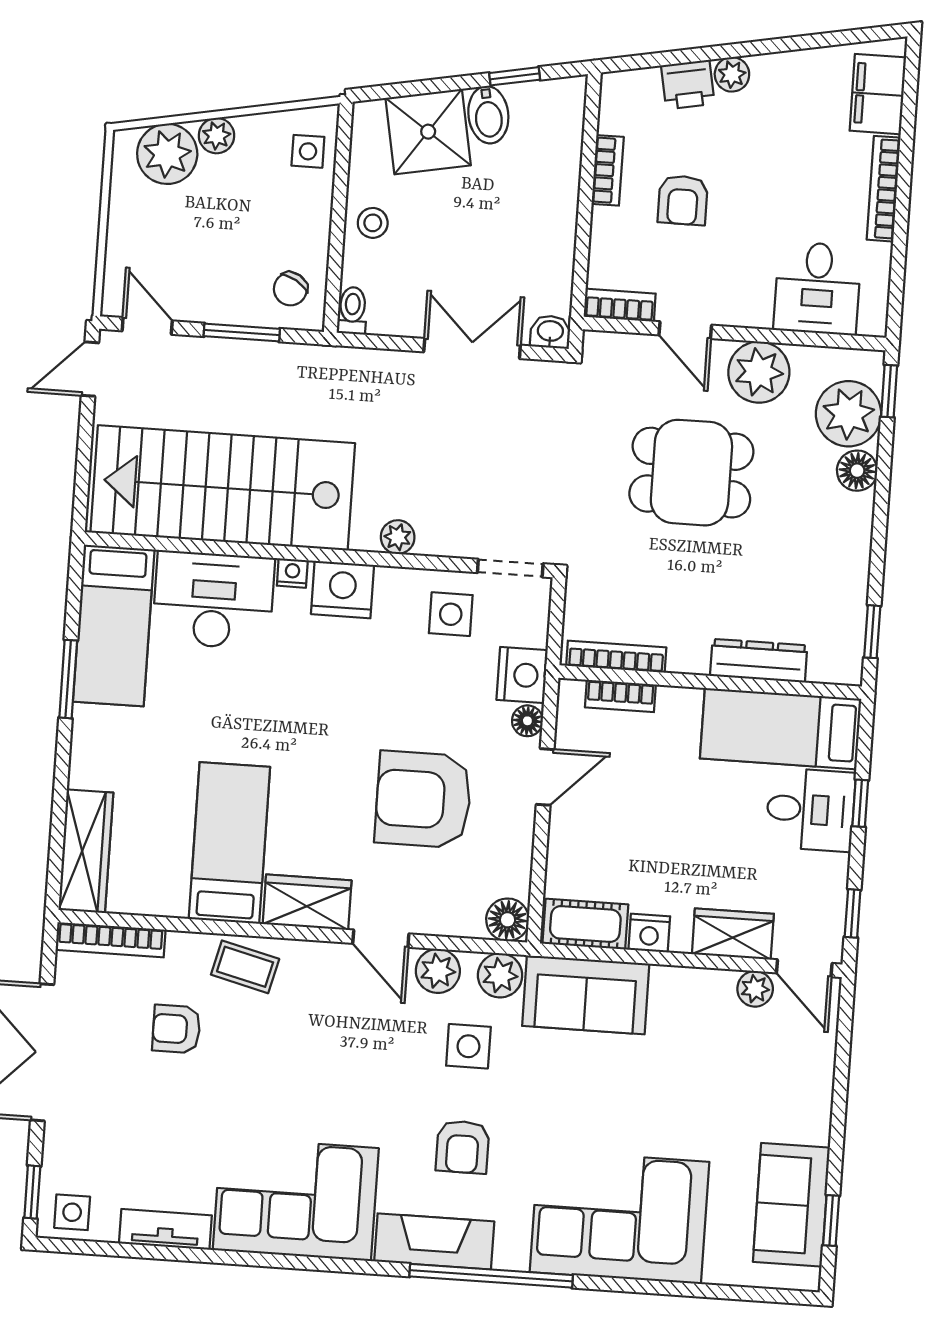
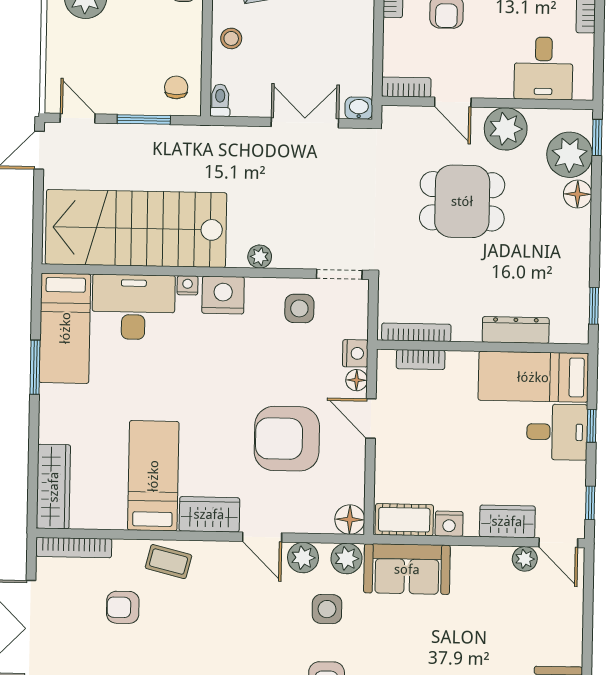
chair: (290, 289) -> (176, 87), turned 149
nightstand: (522, 675) -> (355, 353), width x0.74, depth x0.75
door: (545, 777) -> (371, 419), swing flipped

